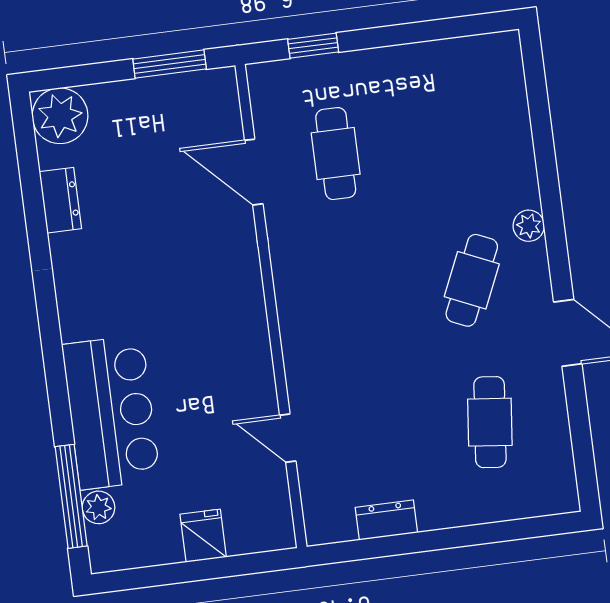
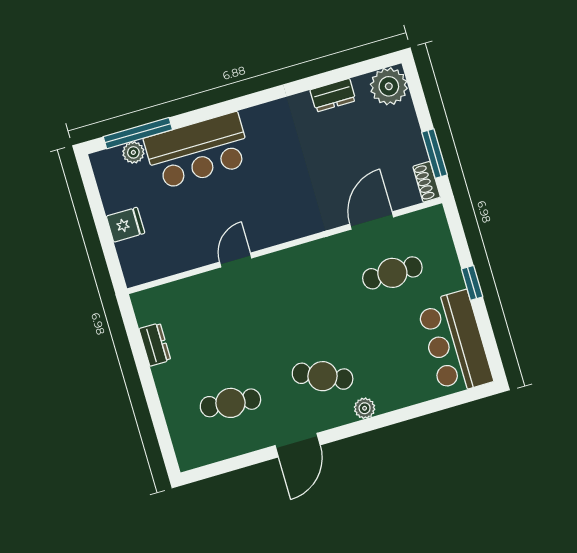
window: (313, 46) -> (472, 283), moved
bar counter: (453, 78) -> (455, 343), added
shoe rack: (209, 82) -> (427, 182), added
door: (288, 438) -> (236, 260), moved

